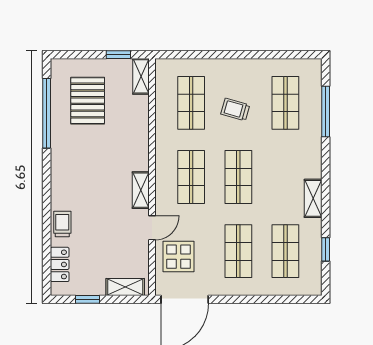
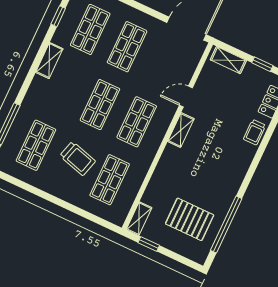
pallet: (88, 101) -> (190, 219), turned 90
trolley: (235, 109) -> (78, 158), width x1.36, depth x1.39
display table: (179, 257) -> (176, 64), removed

